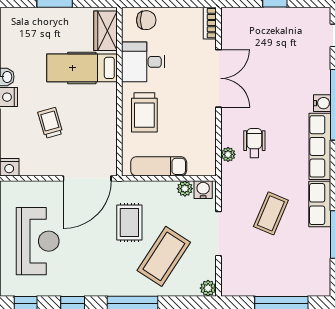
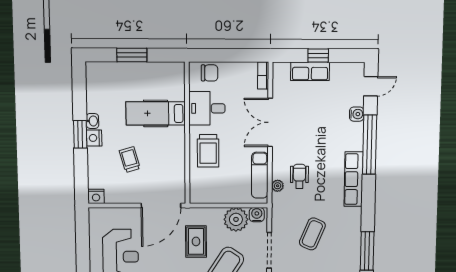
wardrobe: (105, 31) -> (175, 82), removed
double door: (219, 78) -> (270, 122), swing flipped
water cooler: (322, 103) -> (357, 114), moved
exam couch: (159, 166) -> (260, 175), moved, turned -90
plant: (185, 189) -> (236, 219), width x1.87, depth x1.87
row of seats: (320, 204) -> (310, 71), moved, turned -90

